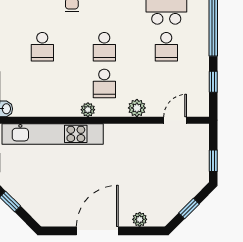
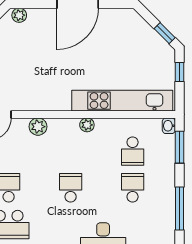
school desk: (104, 83) -> (133, 151), moved, turned 180
plant: (140, 219) -> (19, 15), moved

